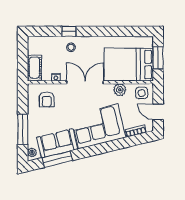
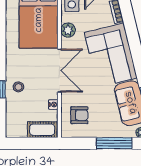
double door: (85, 82) -> (59, 71), swing flipped

